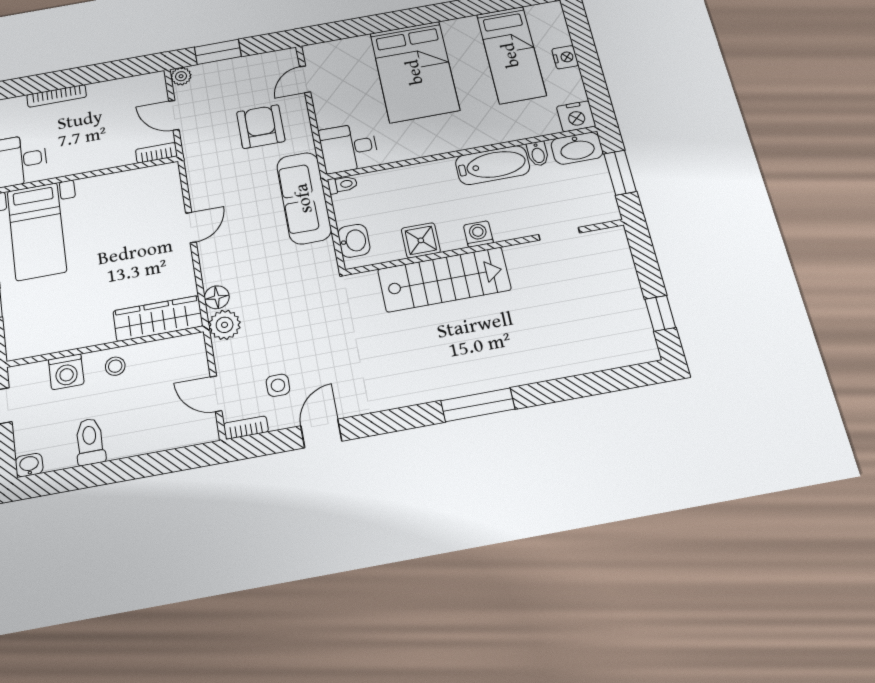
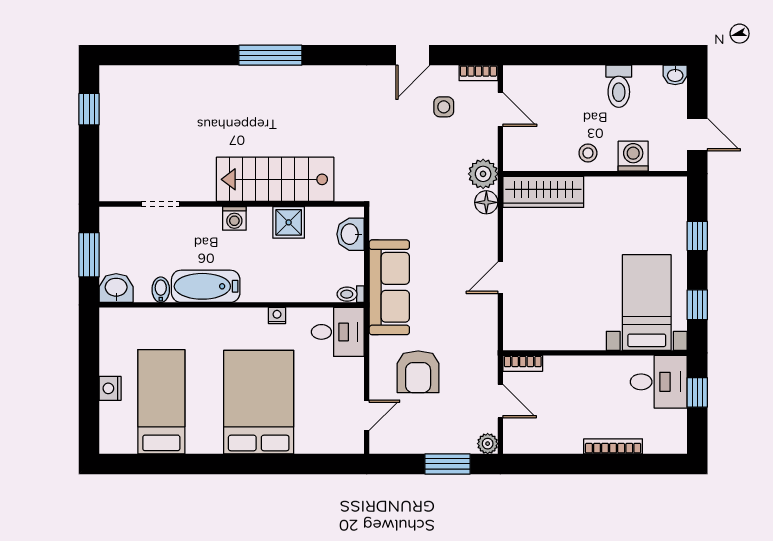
nightstand: (576, 116) -> (277, 316), moved, width x0.53, depth x0.56
washbasin: (577, 148) -> (116, 288), width x0.72

